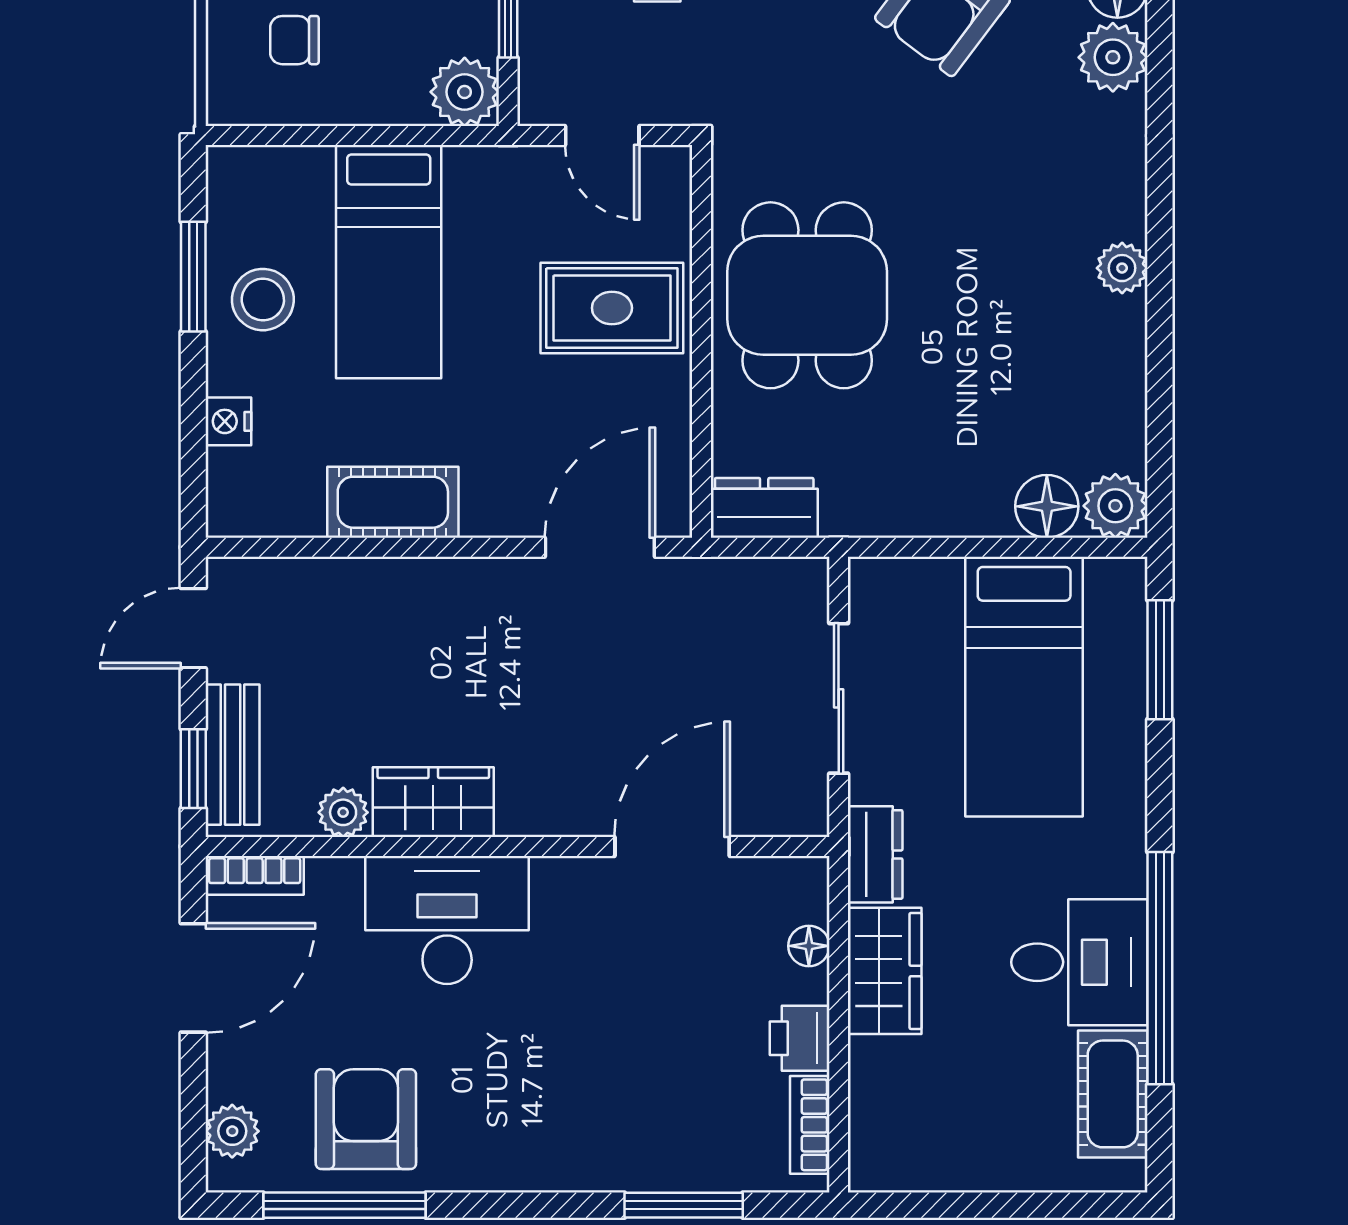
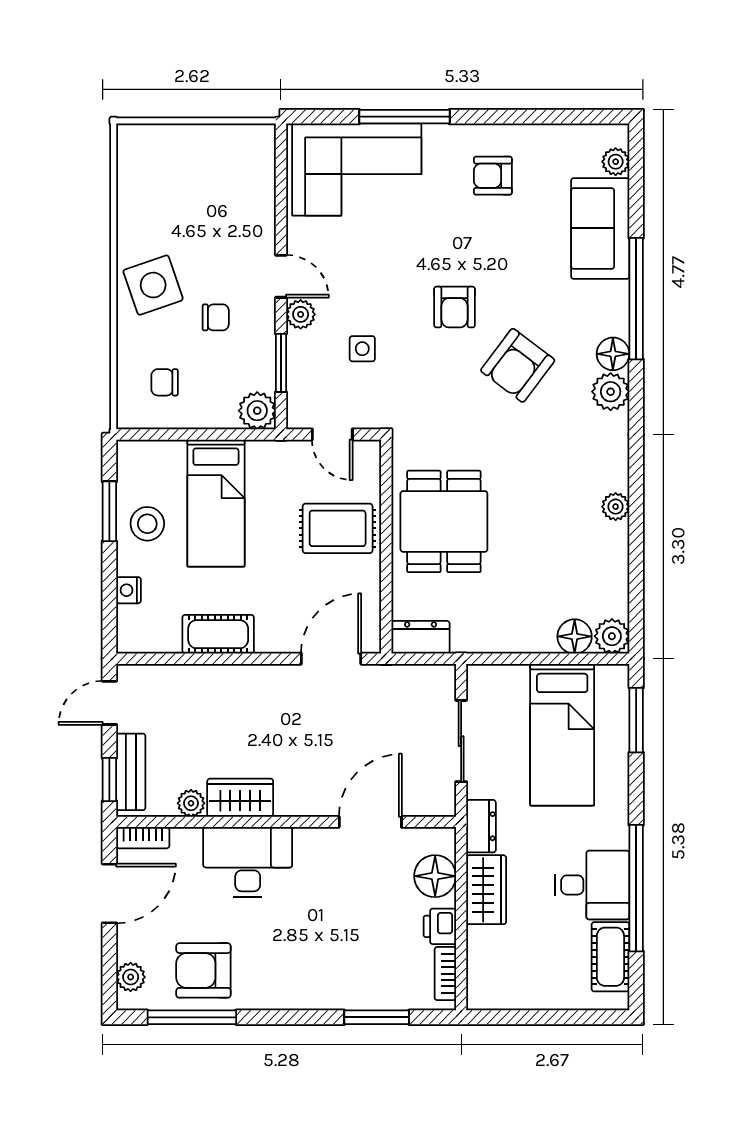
floor lamp: (809, 946) -> (435, 876), width x1.89, depth x1.89
armchair: (366, 1119) -> (203, 970), turned -90

